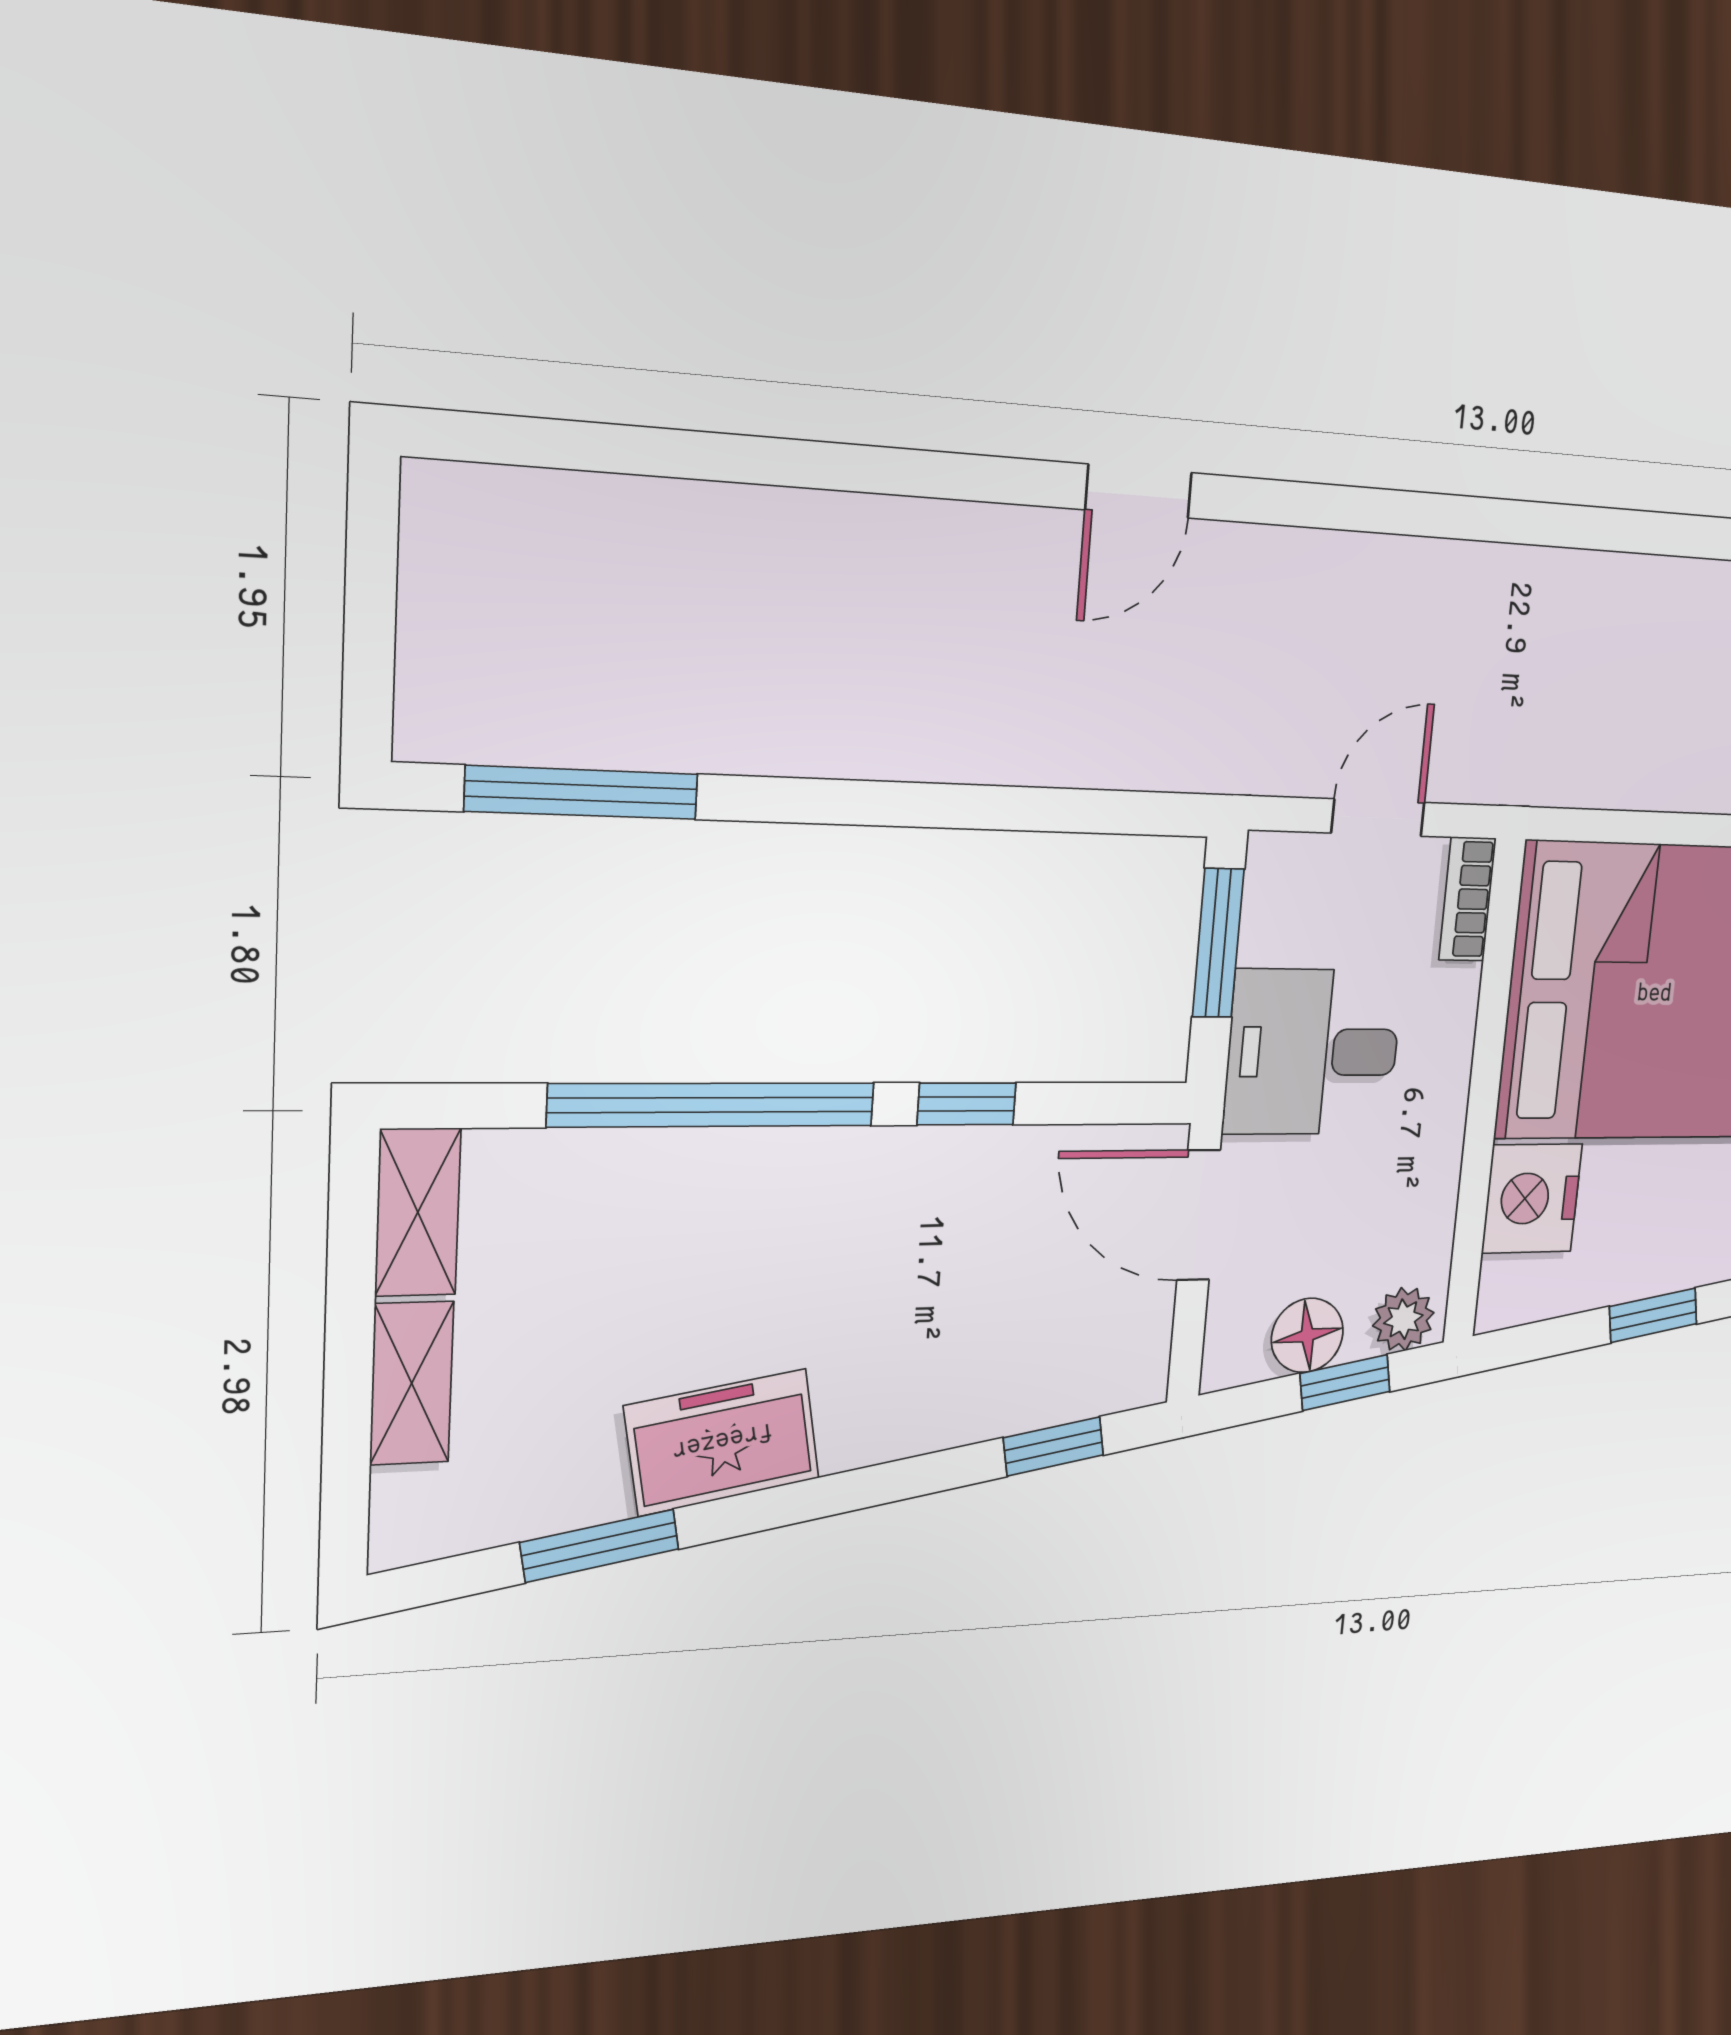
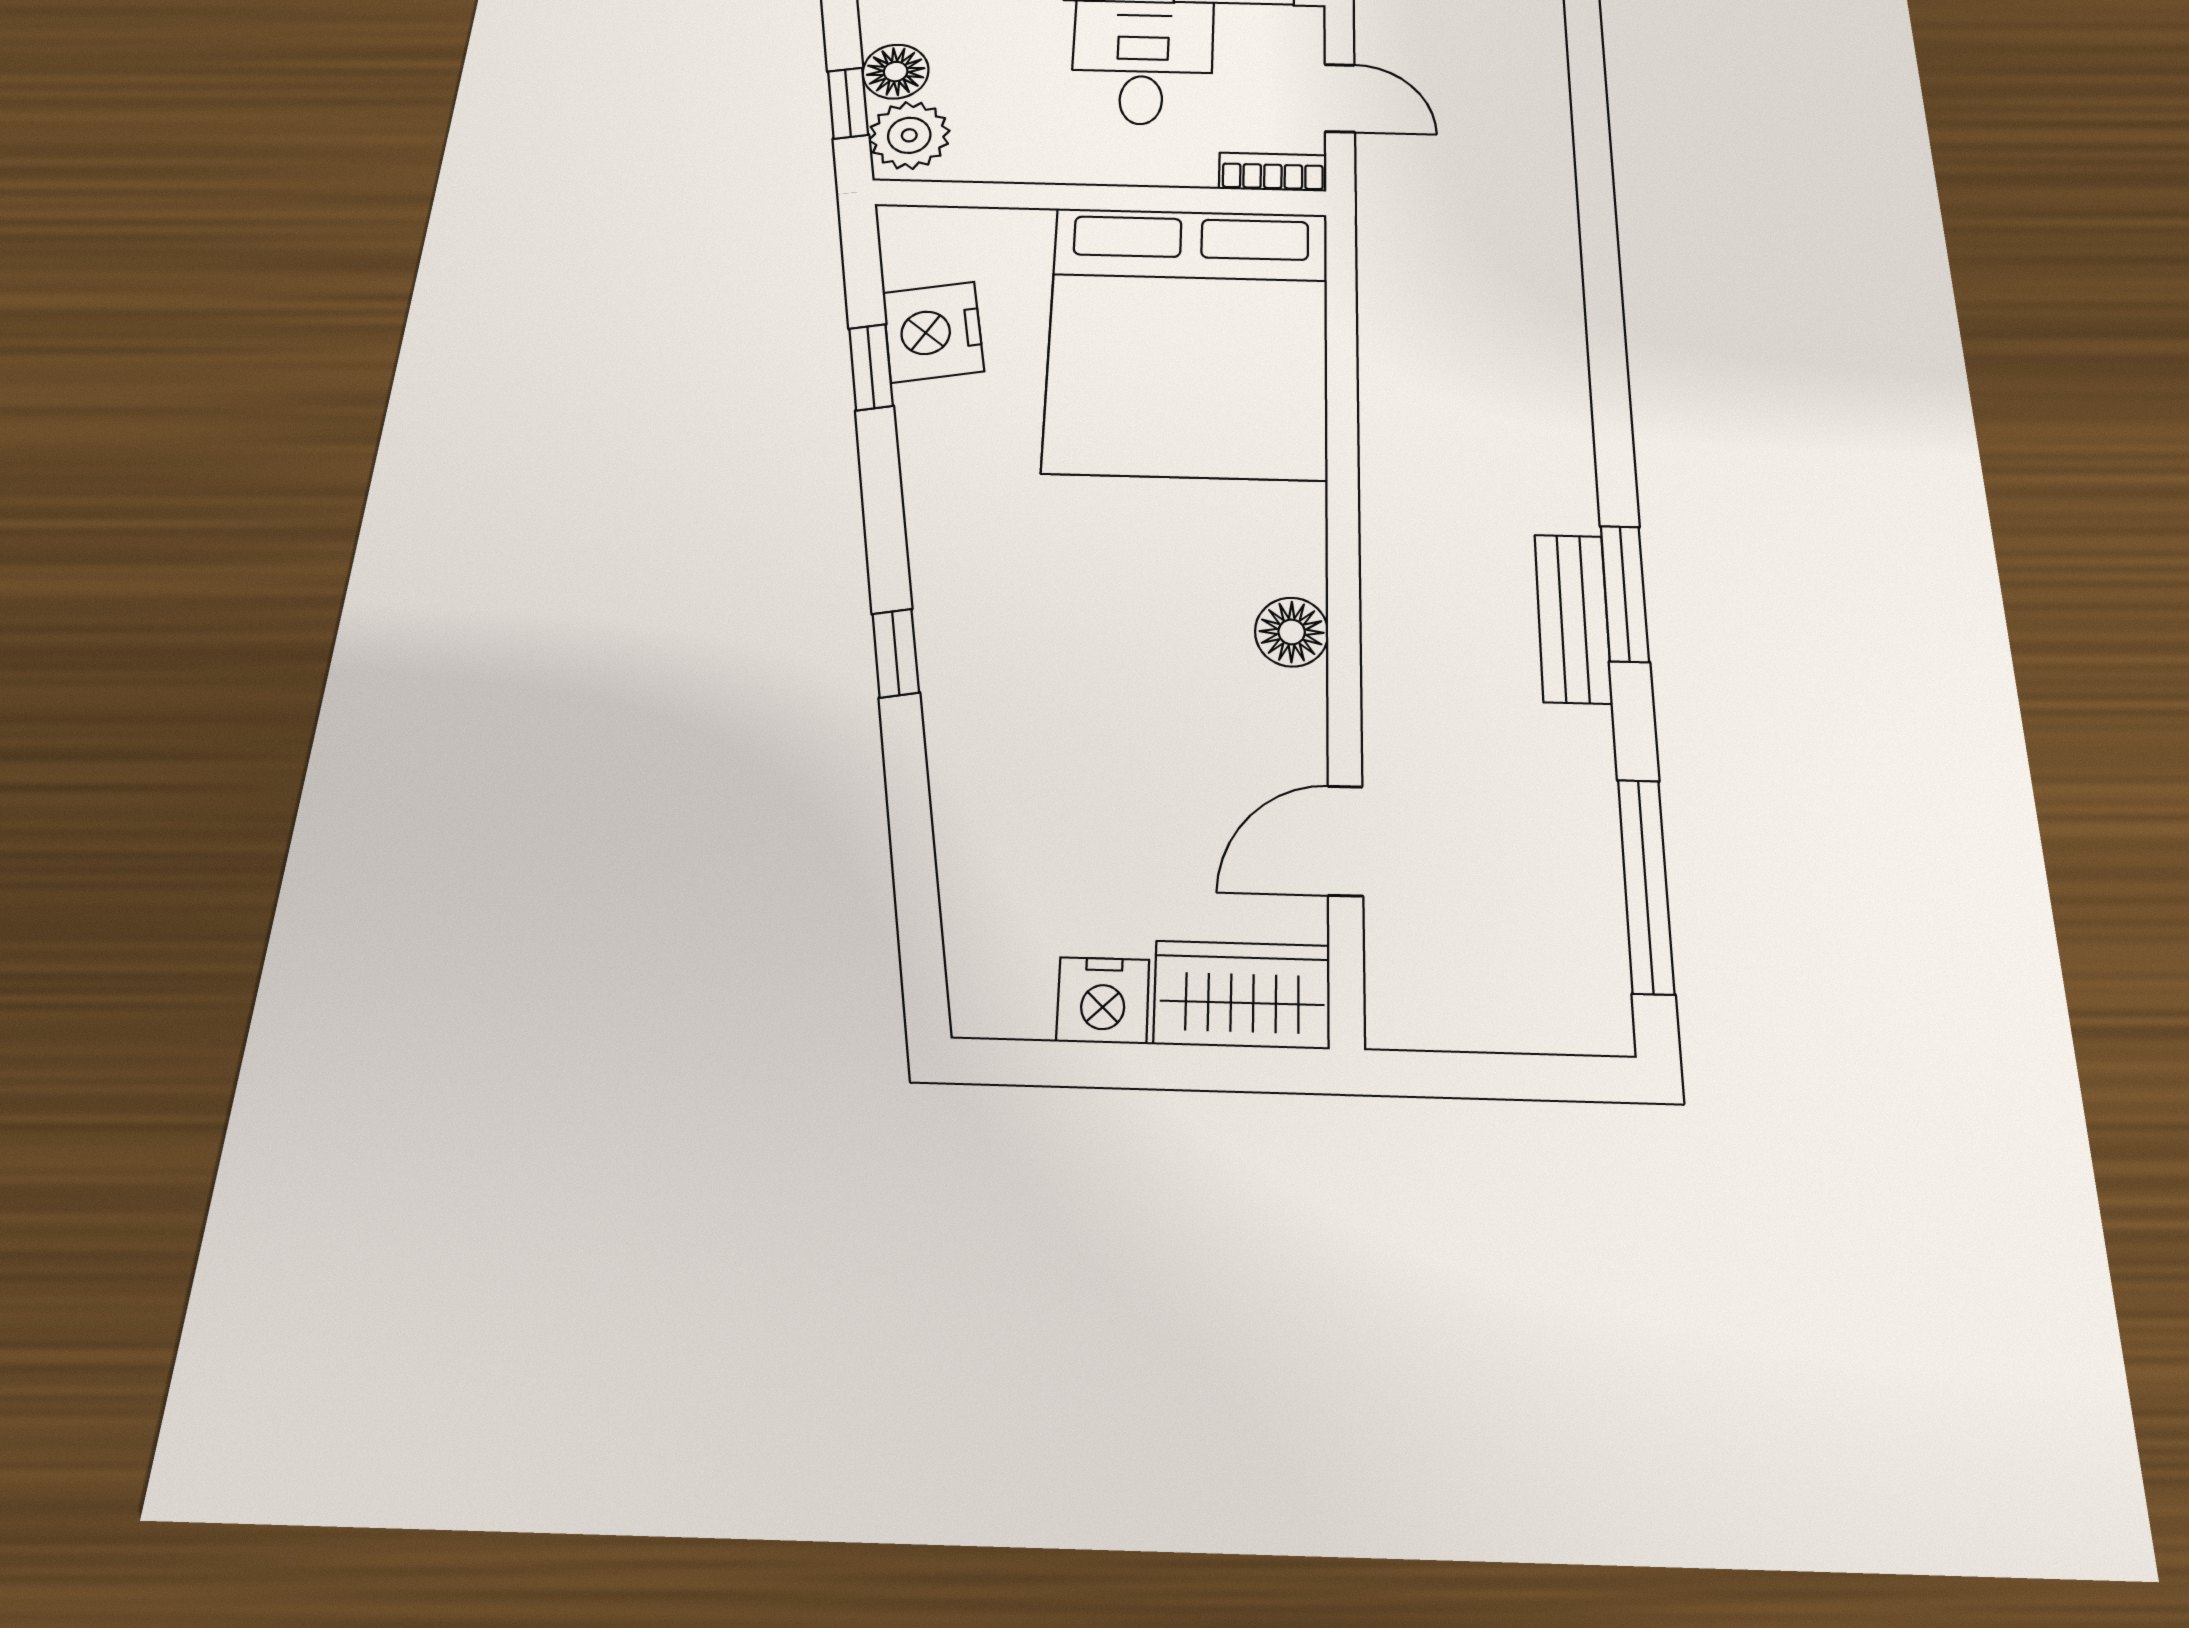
nightstand: (1532, 1198) -> (933, 332), moved, turned -100
plant: (1403, 1319) -> (909, 135), width x1.38, depth x1.38

